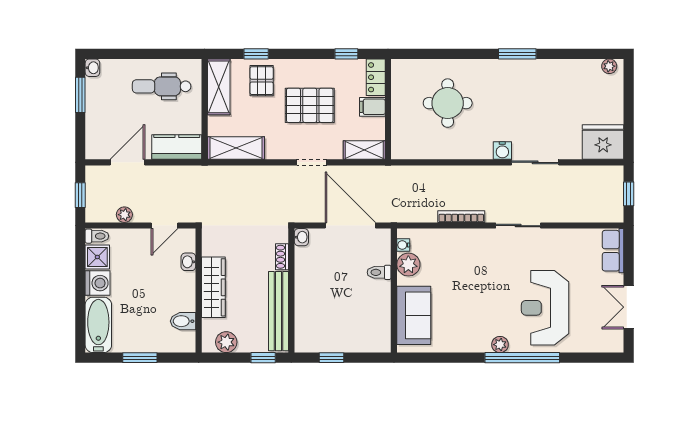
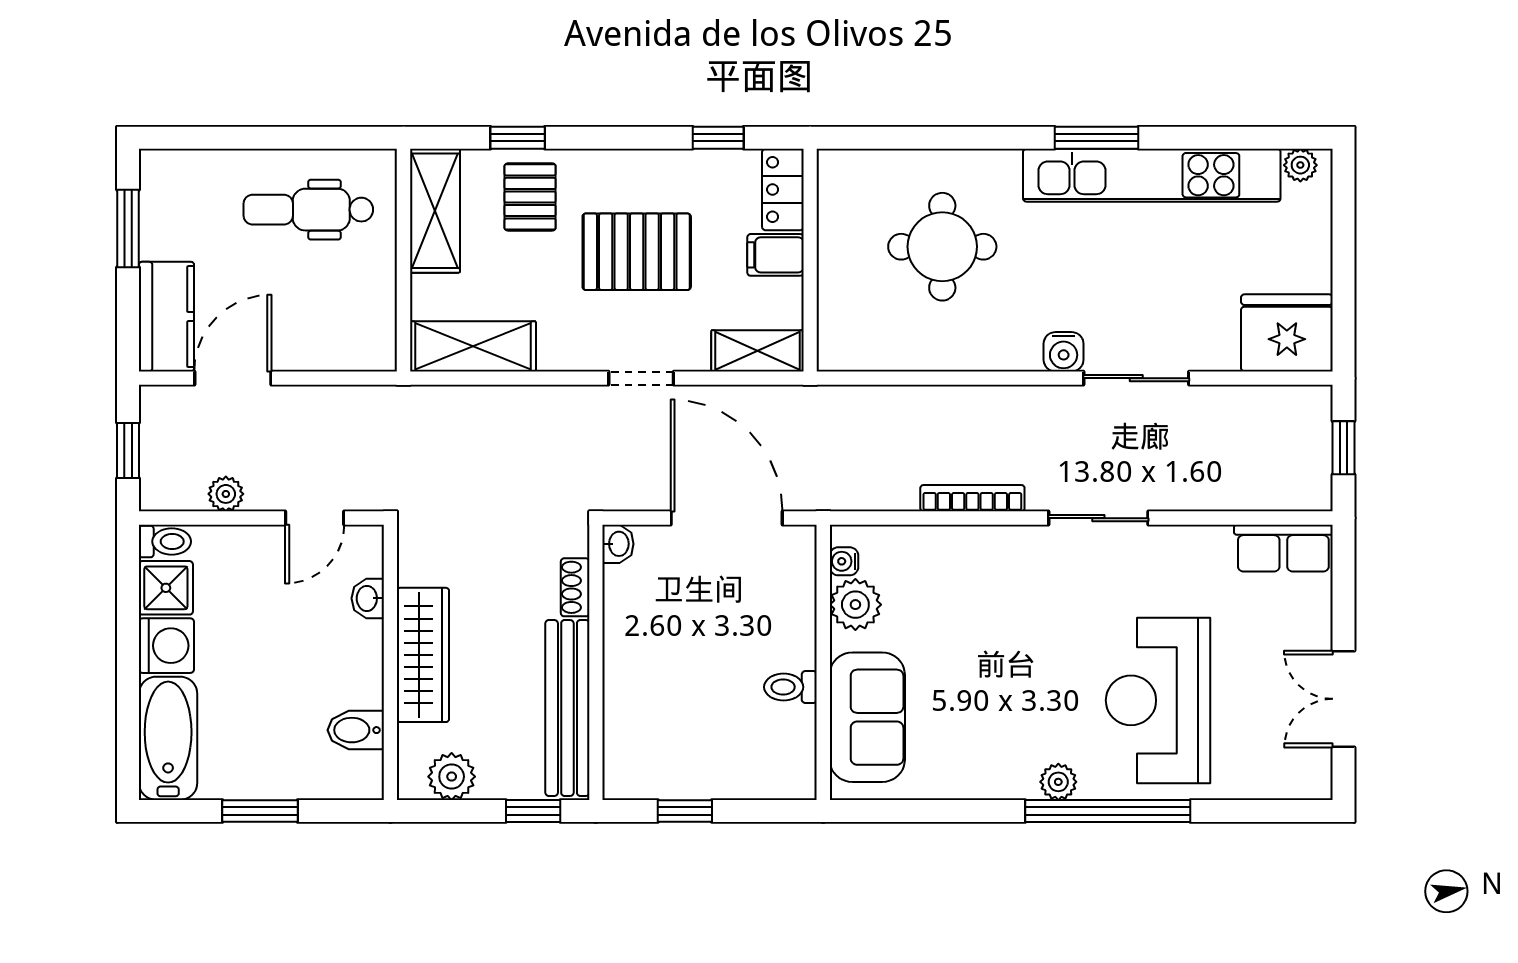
washbasin: (92, 68) -> (155, 168), removed
kitchen unit: (542, 71) -> (1152, 175), added
kitchen counter: (177, 147) -> (166, 317), moved, turned 90
row of seats: (613, 251) -> (1283, 548), moved, turned -90
toilet: (379, 272) -> (790, 687), moved

